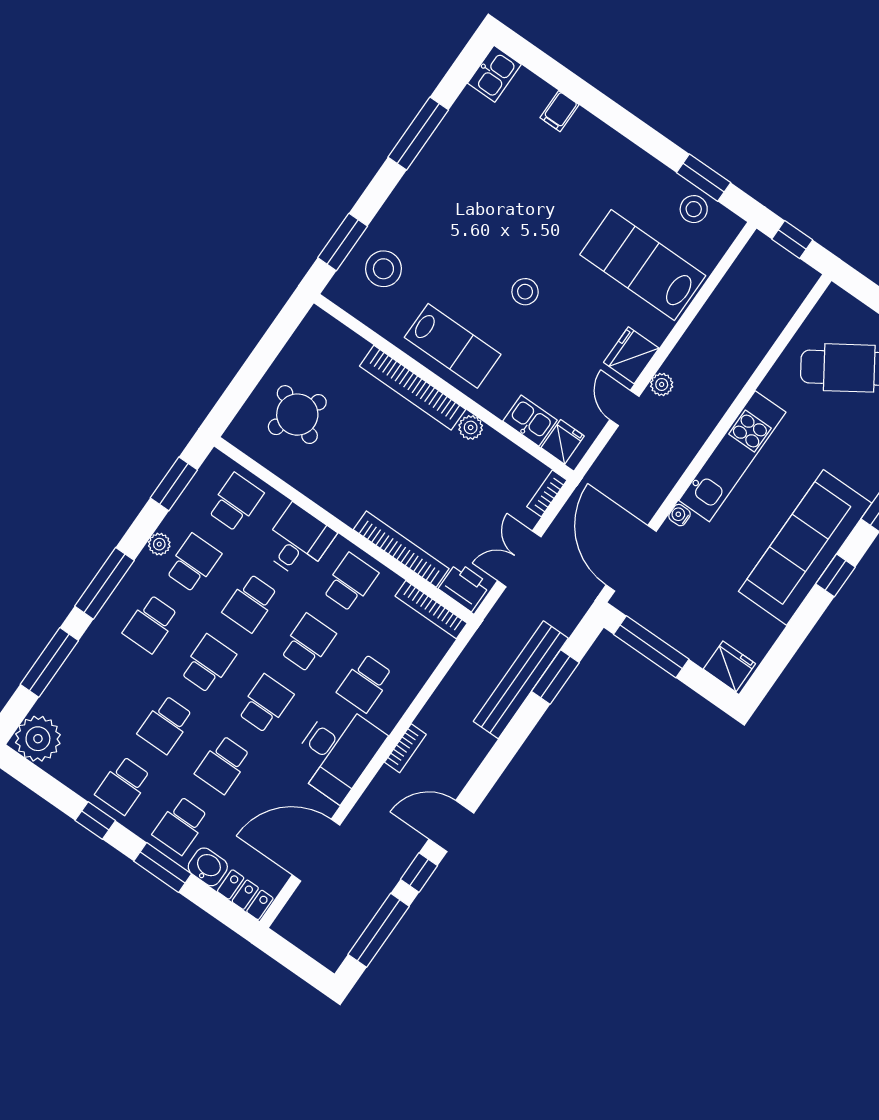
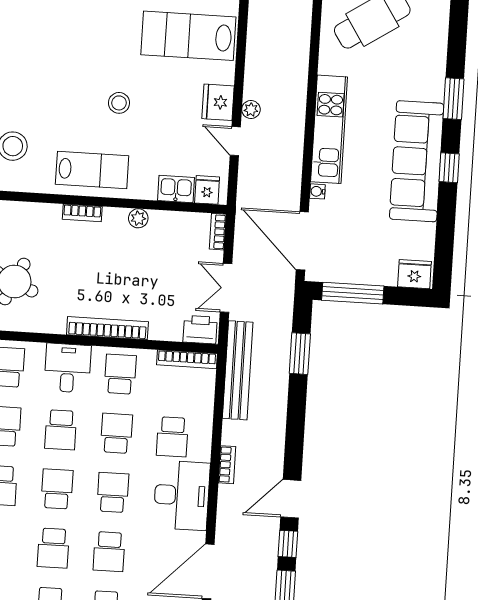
bookcase: (413, 388) -> (82, 213), width x0.43, depth x0.76
bookcase: (401, 549) -> (107, 328), moved
bench: (521, 680) -> (238, 370), moved

